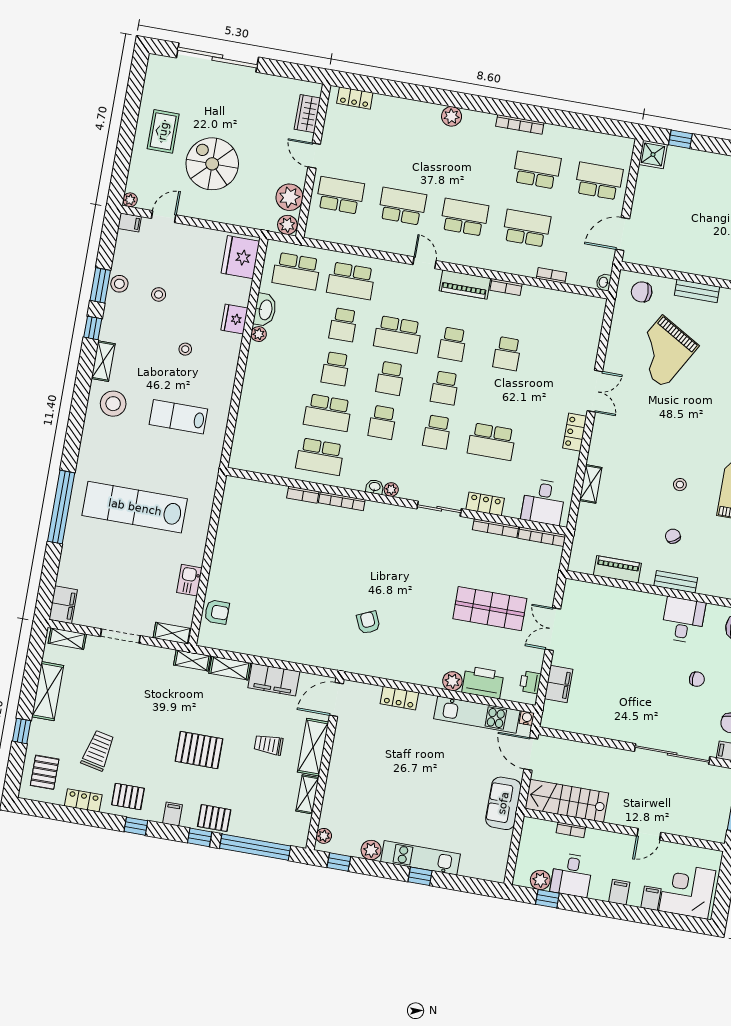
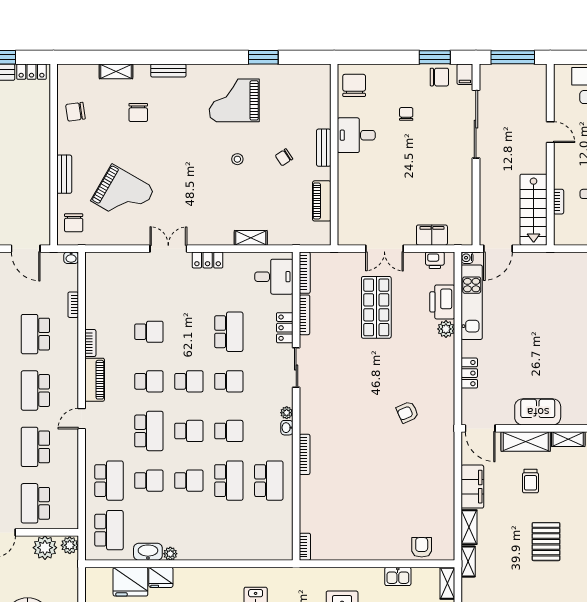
fridge: (240, 257) -> (130, 582), moved
bookcase: (303, 495) -> (305, 547), moved
sofa: (503, 803) -> (538, 412), moved, turned 180

